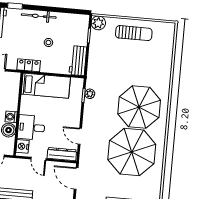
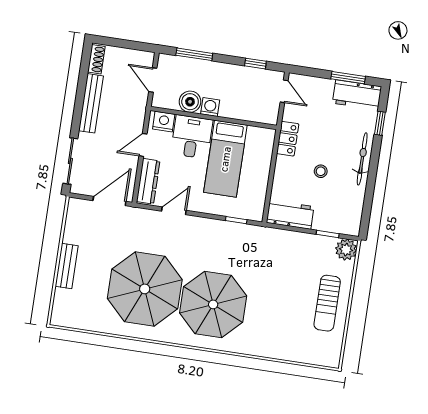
bed: (46, 86) -> (225, 159), moved
plant: (90, 94) -> (238, 230), removed

